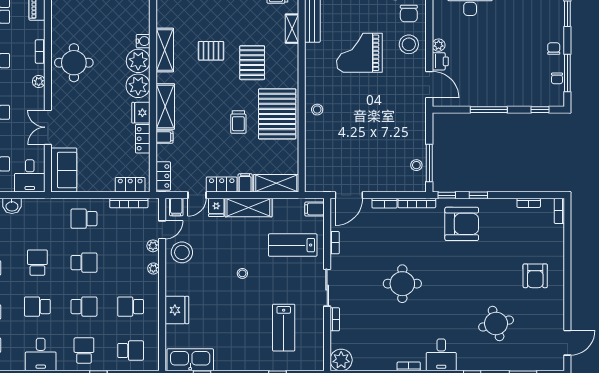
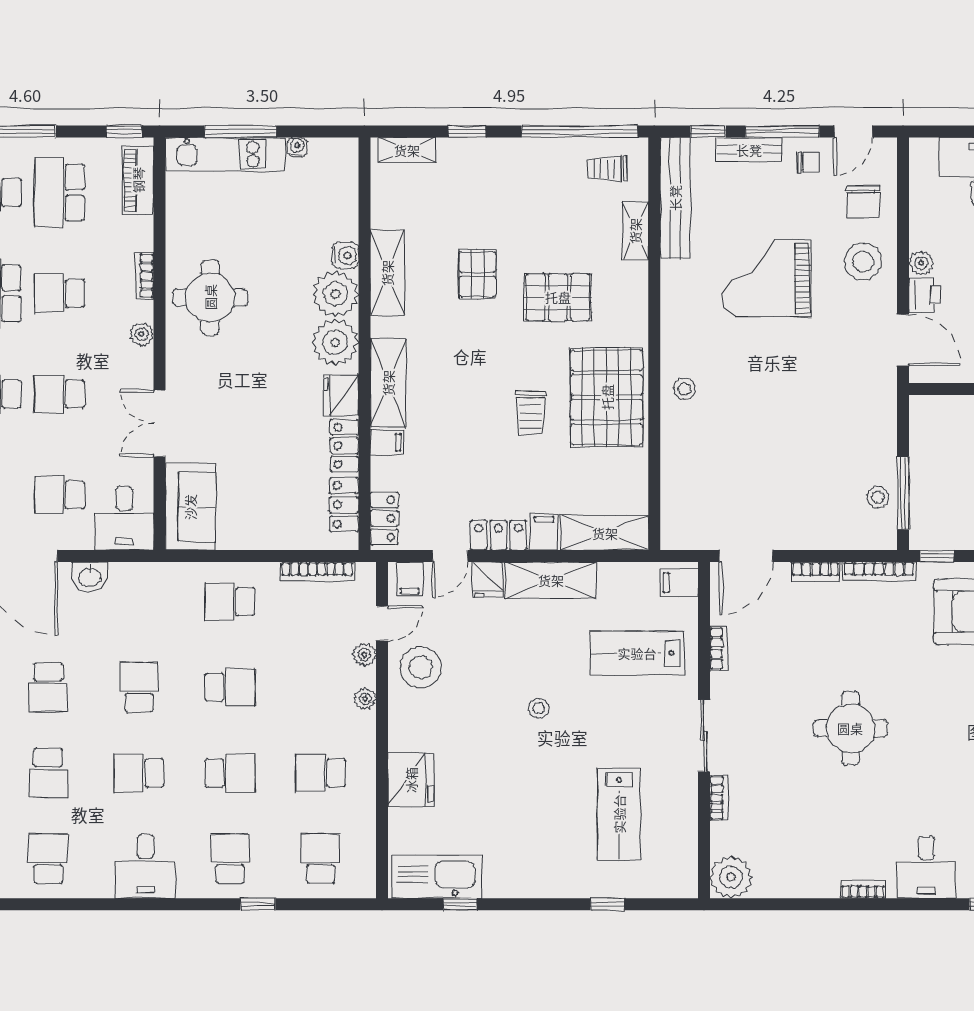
pallet: (211, 51) -> (477, 274), turned 90
pallet: (252, 63) -> (558, 297), turned 90
locker: (130, 185) -> (344, 505), moved, turned -90
school desk: (131, 351) -> (321, 859), turned -90

